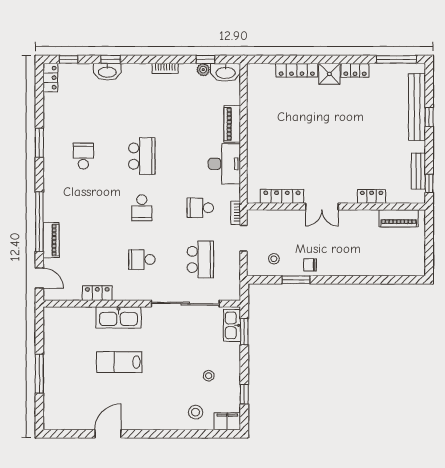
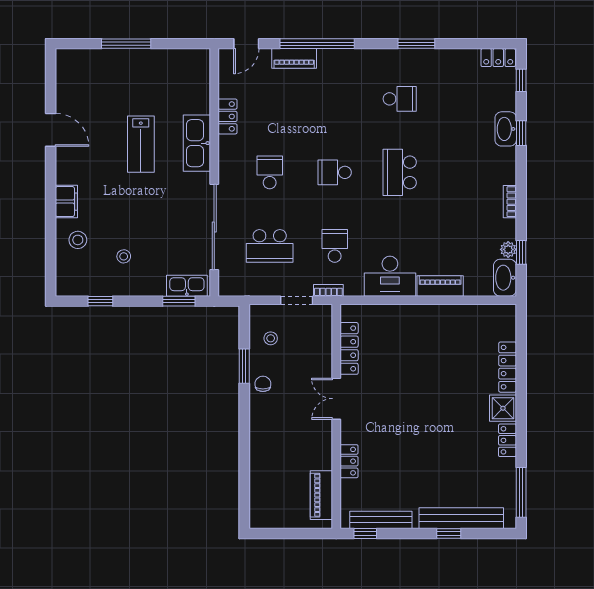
school desk: (142, 156) -> (400, 172), turned 90
bench: (418, 171) -> (381, 520), width x1.36
lab bench: (119, 362) -> (141, 144), turned 180
filing cabinet: (227, 421) -> (66, 202), moved

